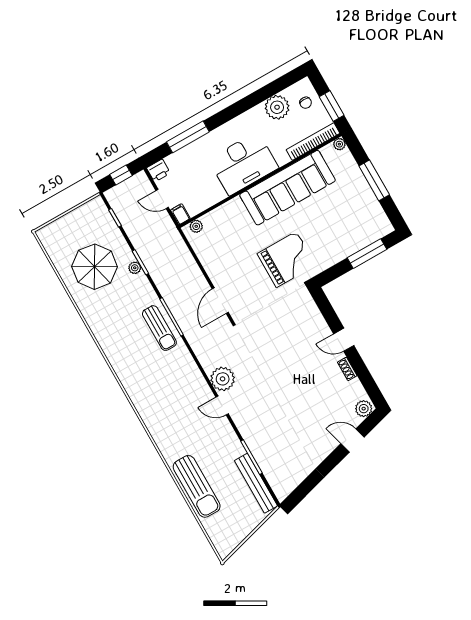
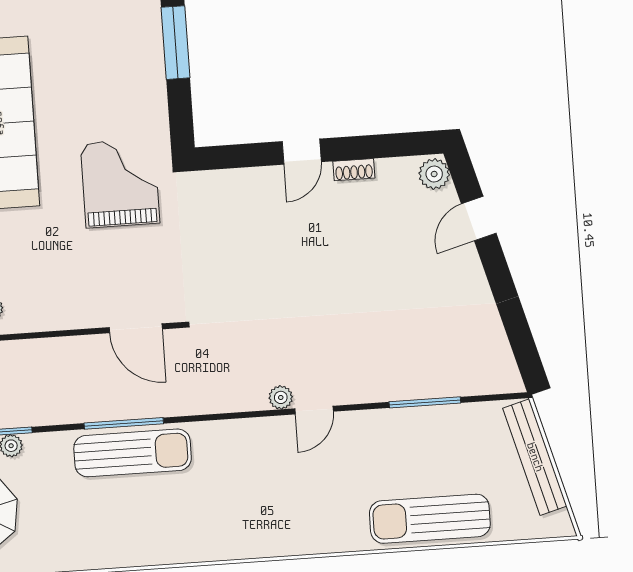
sun lounger: (159, 328) -> (133, 453), width x1.36, depth x1.34
plant: (223, 379) -> (281, 397), width x0.53, depth x0.53
bench: (256, 483) -> (535, 457), moved, turned 75
sun lounger: (197, 486) -> (430, 519), turned 180

